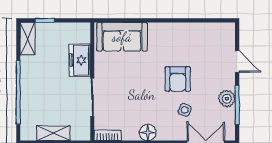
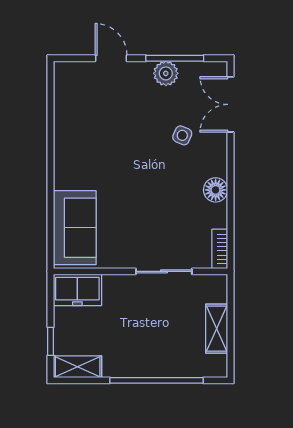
freezer: (80, 60) -> (77, 290), moved
door: (237, 61) -> (111, 58), hinge flipped
armchair: (178, 79) -> (137, 146), removed

